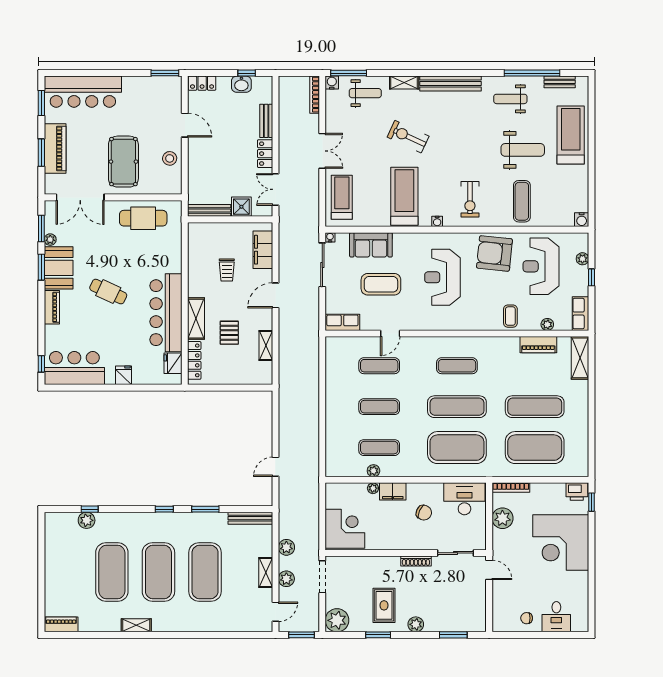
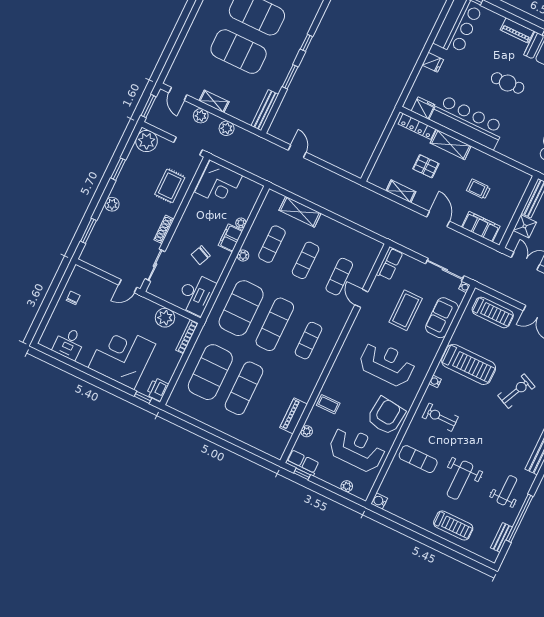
treadmill: (571, 135) -> (453, 526), width x0.73, depth x0.73
window: (592, 277) -> (302, 474), moved
cafe table: (108, 292) -> (508, 83), turned 63
shelving: (580, 358) -> (300, 212), moved
plant: (373, 471) -> (243, 256), moved
rug: (384, 605) -> (170, 186), moved, turned 90
desk: (556, 617) -> (69, 343), moved, turned -90

